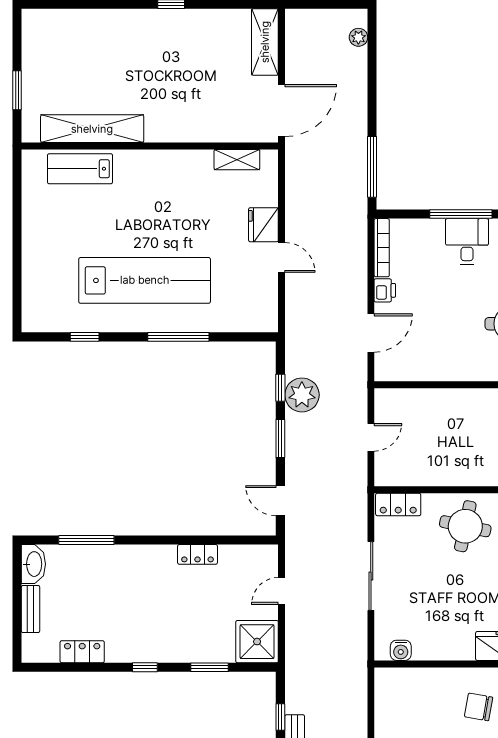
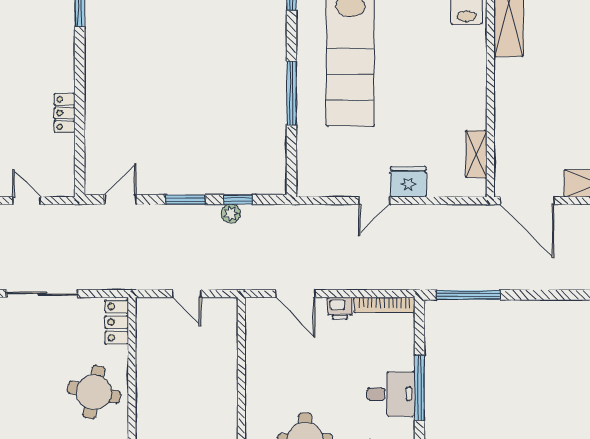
plant: (302, 395) -> (231, 214), width x0.53, depth x0.53

